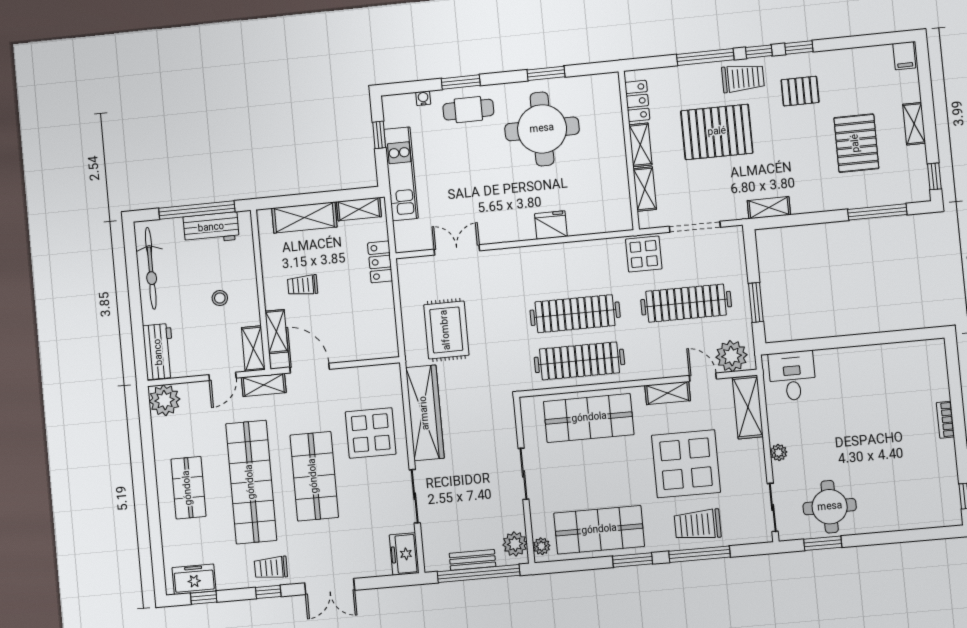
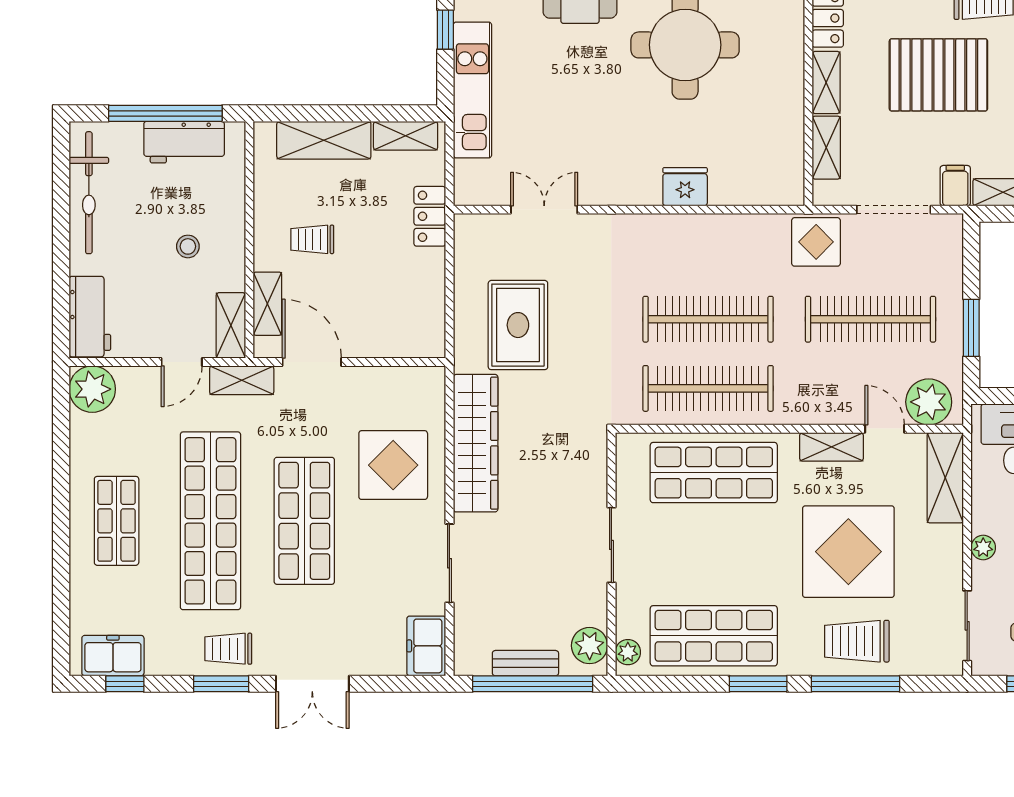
filing cabinet: (736, 206) -> (955, 186), added
window: (268, 592) -> (221, 684), width x1.50

